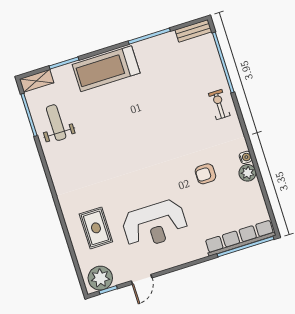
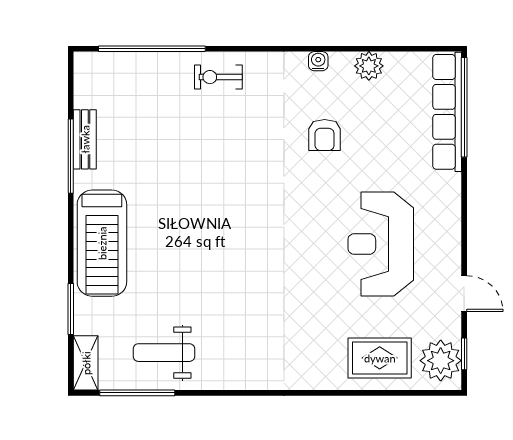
bench: (193, 31) -> (85, 139), moved
plant: (248, 173) -> (369, 66), moved
reception desk: (155, 224) -> (381, 244), turned 180
rug: (96, 228) -> (380, 358), moved

